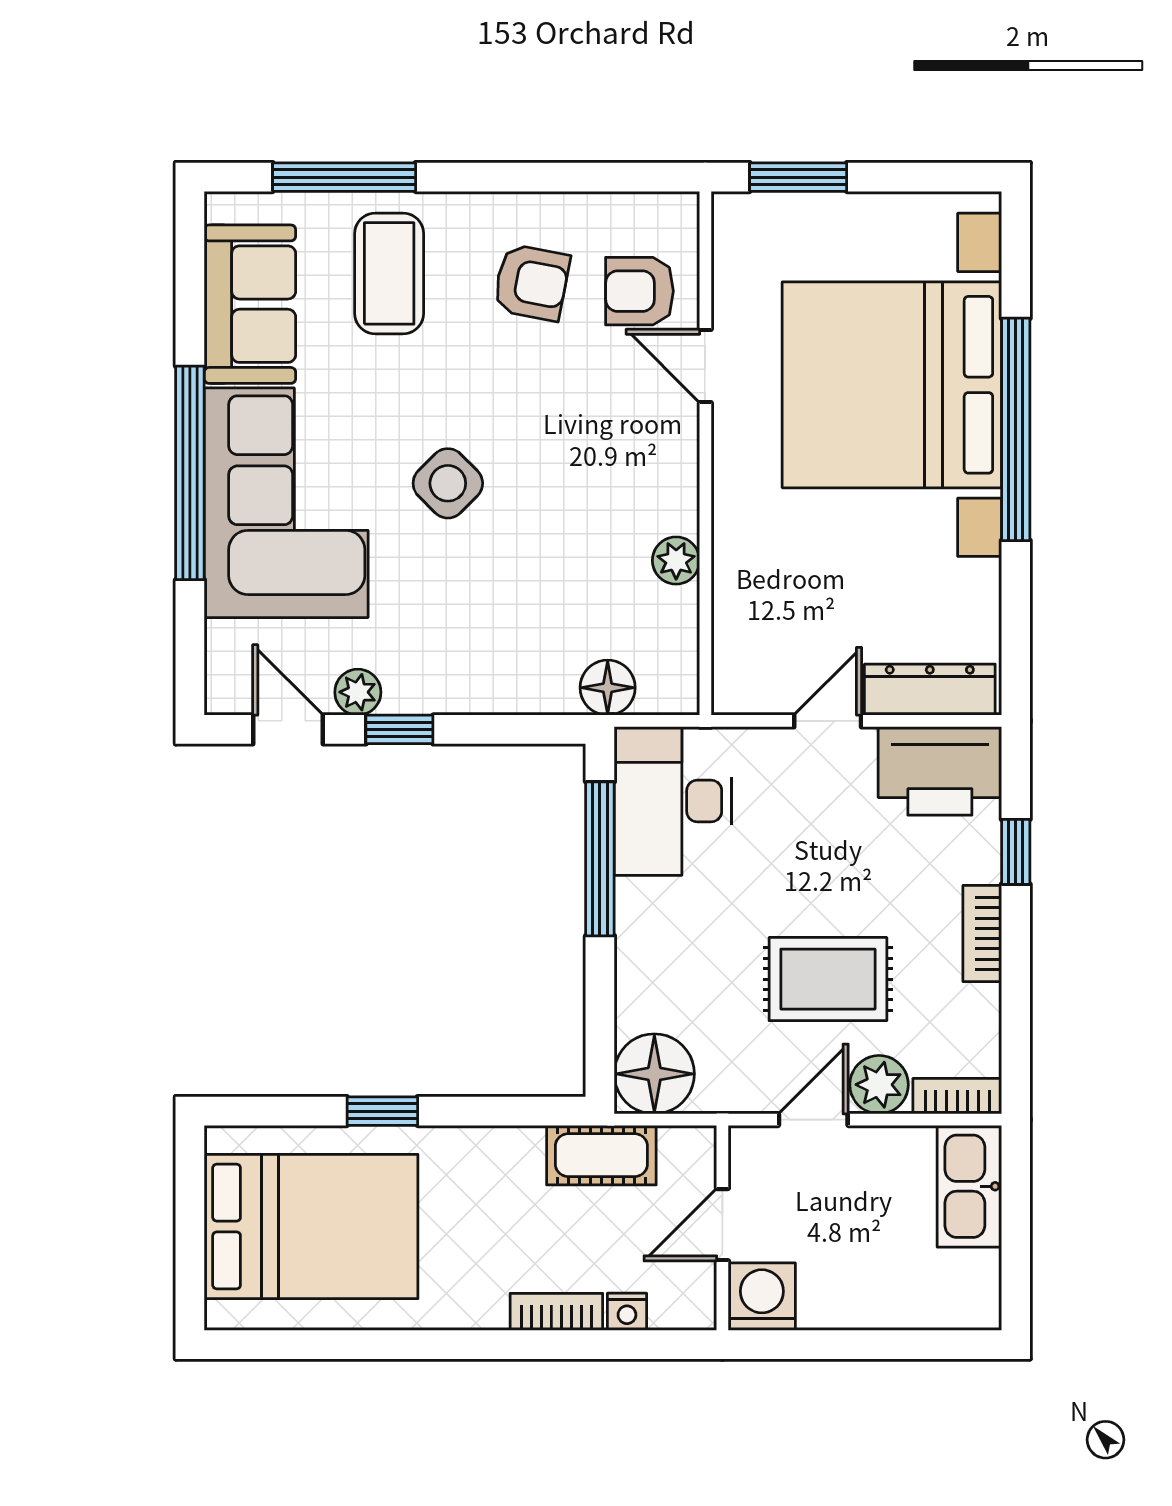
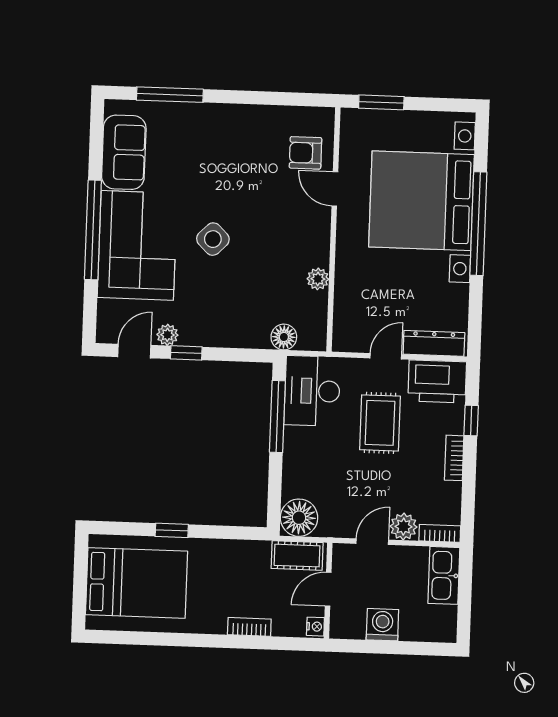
coffee table: (389, 273) -> (189, 140), removed
armchair: (531, 282) -> (255, 147), removed
door: (288, 729) -> (134, 351), hinge flipped
rug: (828, 979) -> (380, 423), moved, turned 90
cot: (601, 1155) -> (297, 556), moved
washing machine: (762, 1297) -> (382, 625), moved
nightstand: (627, 1312) -> (315, 627), moved, turned -90

